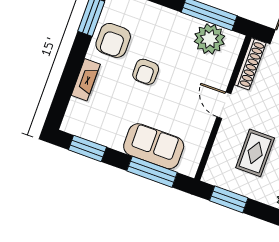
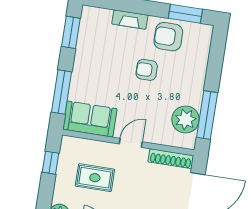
sofa: (154, 146) -> (90, 119), moved, turned -90
window: (229, 199) -> (50, 163), width x0.67

